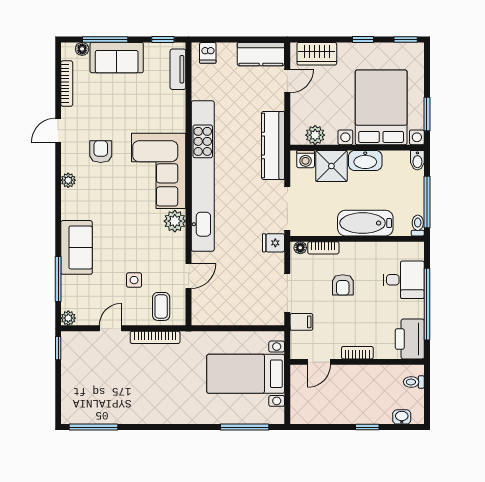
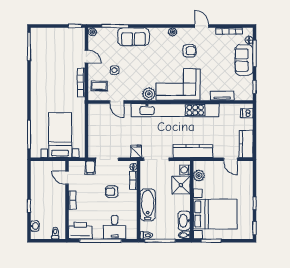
wardrobe: (317, 54) -> (246, 177), removed
tv unit: (178, 69) -> (222, 96), moved
washbasin: (365, 161) -> (184, 221), moved

